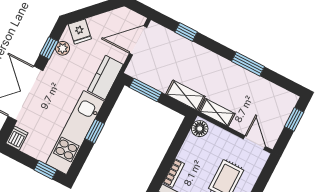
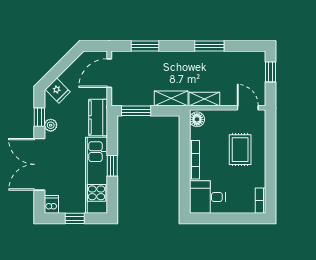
window: (186, 32) -> (145, 46), width x1.50
plant: (63, 48) -> (51, 125), moved
window: (45, 170) -> (75, 218), moved
bookcase: (174, 173) -> (194, 160), width x1.56

